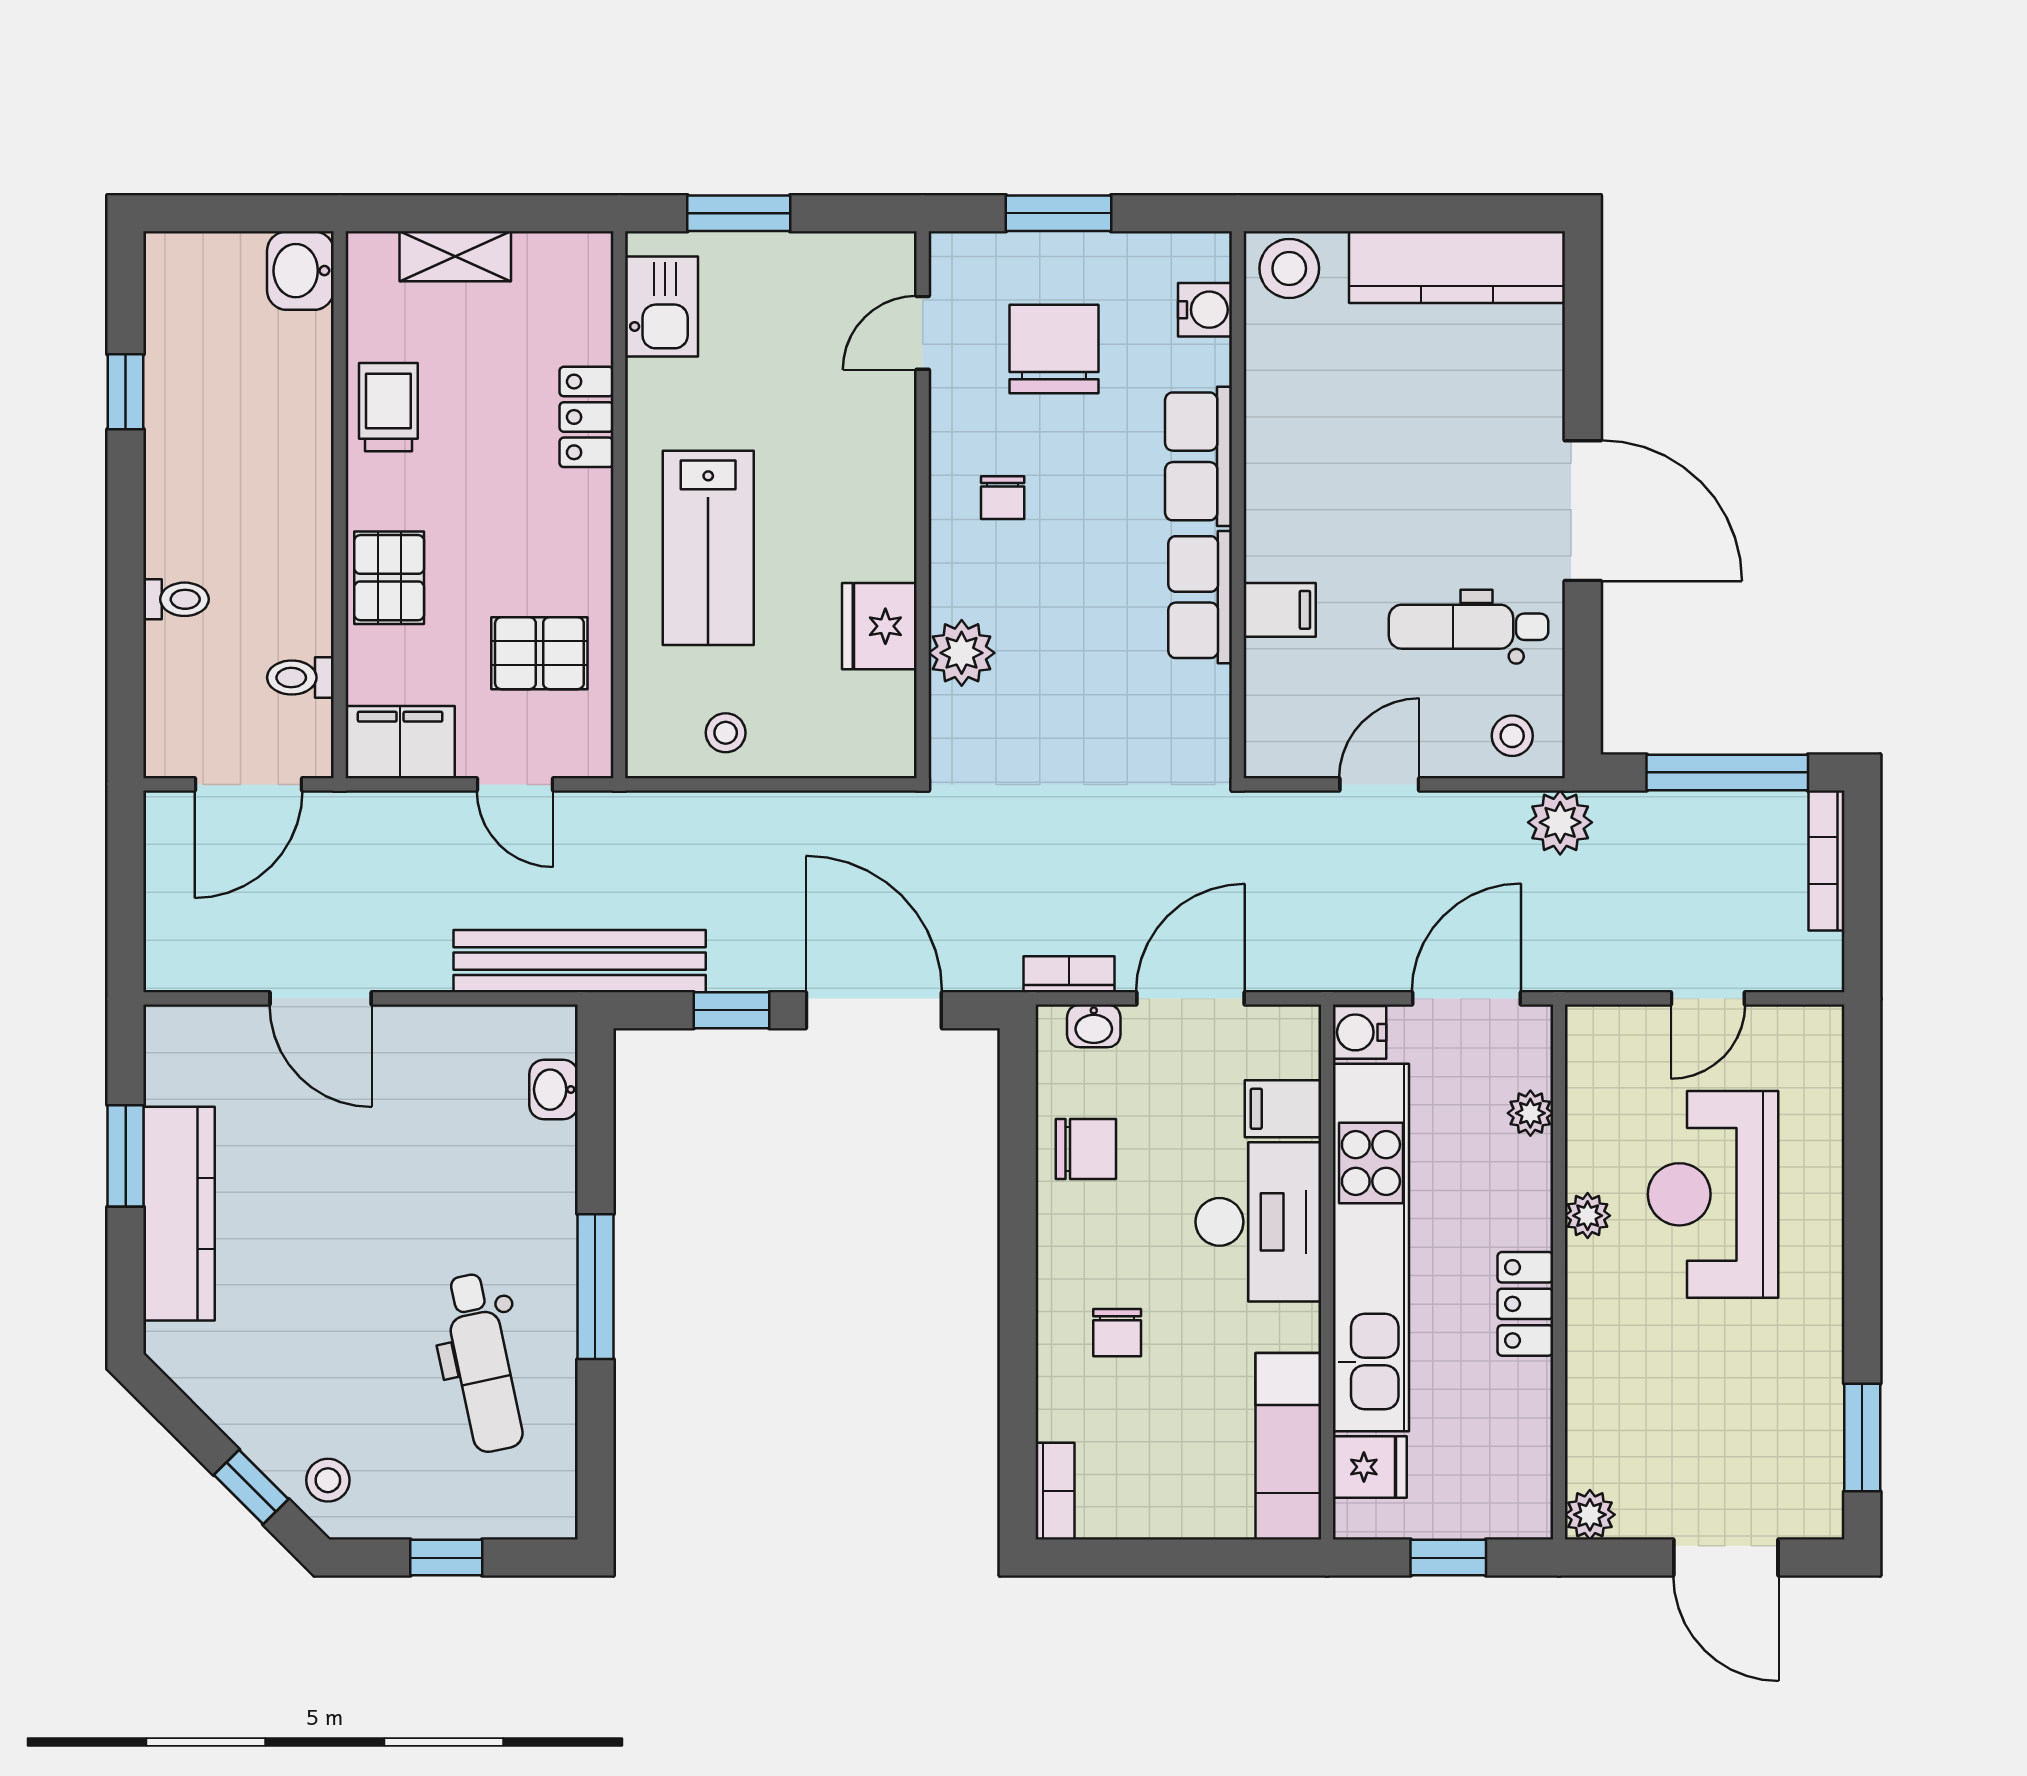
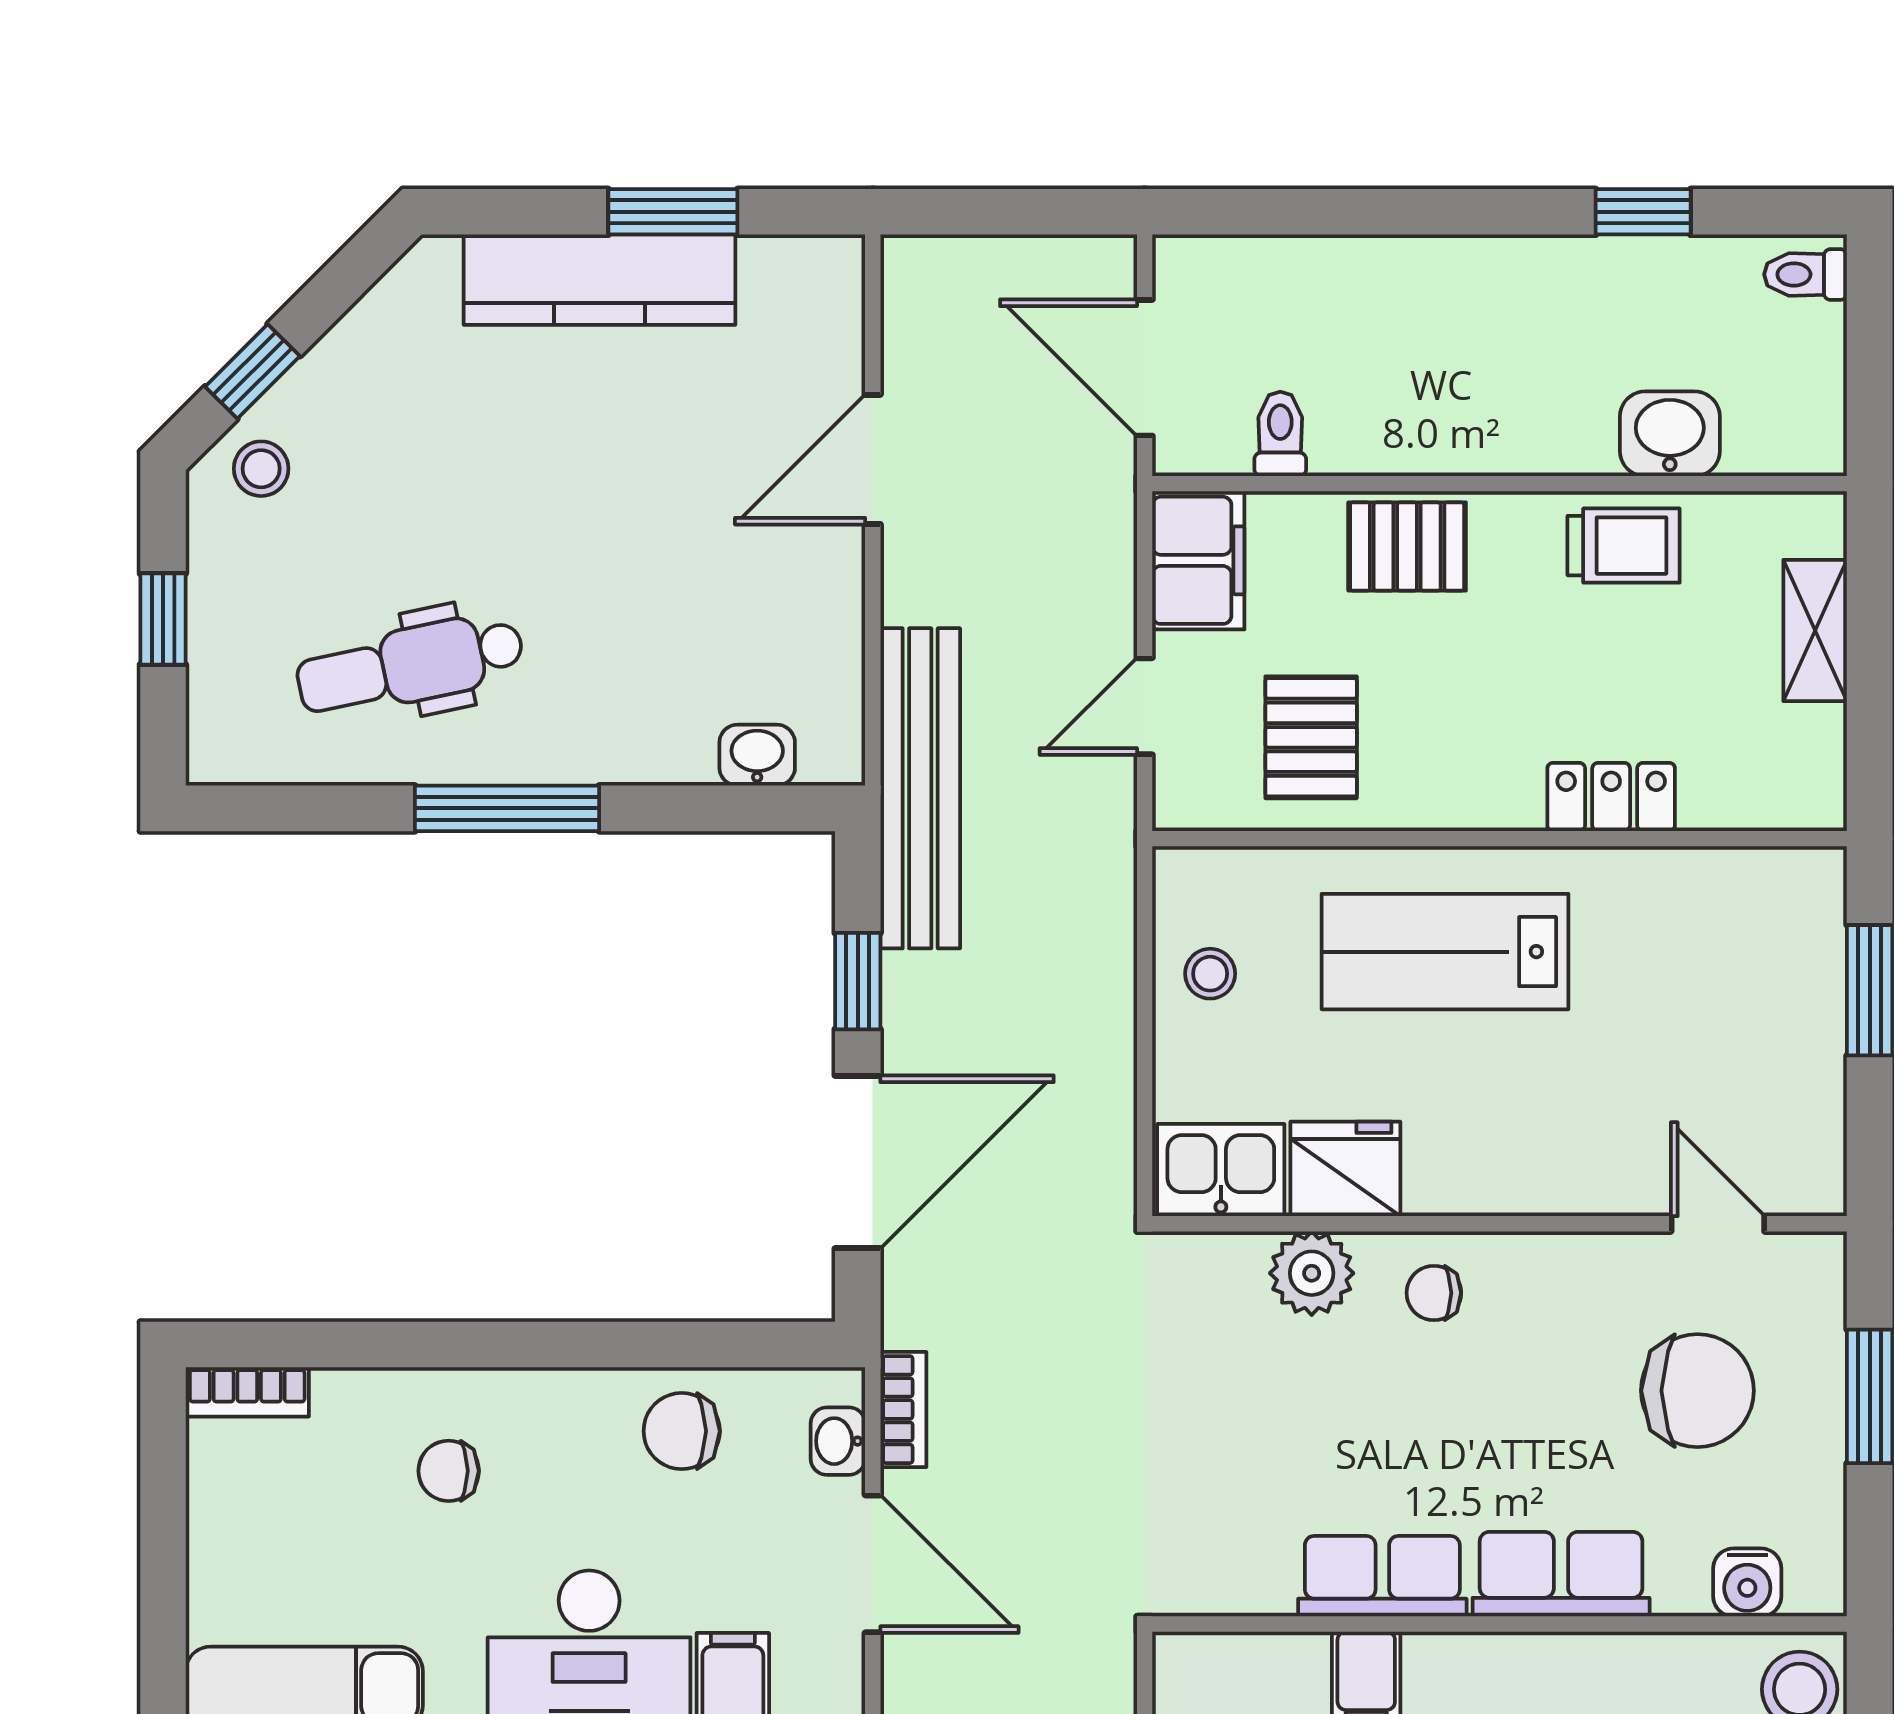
washbasin: (300, 271) -> (1670, 434), moved
kitchen sink: (661, 306) -> (1221, 1170), moved, turned 180
chair: (1003, 498) -> (1434, 1293), moved
toilet: (176, 599) -> (1806, 274), moved, turned 90
chair: (1086, 1149) -> (682, 1431), turned 90

